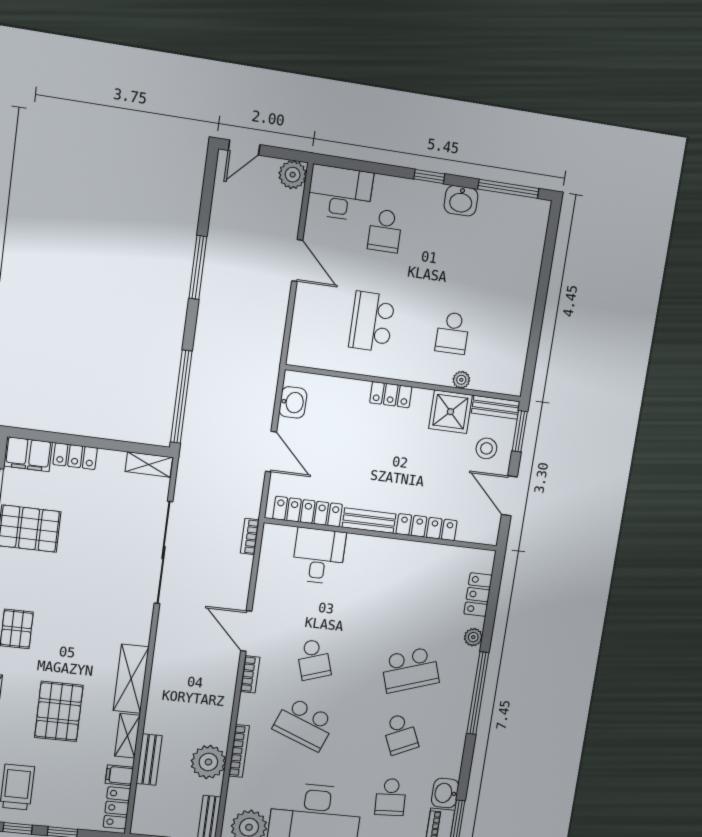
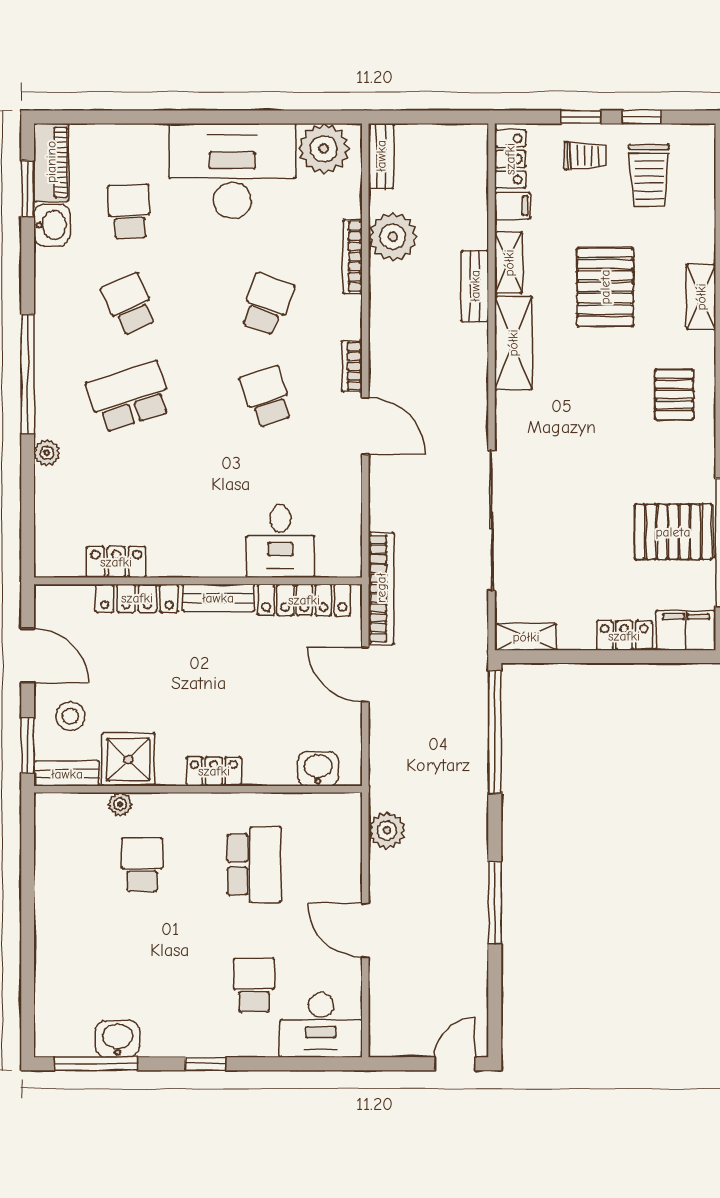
plant: (293, 175) -> (387, 830), moved
washbasin: (461, 201) -> (118, 1039), moved
washbasin: (293, 402) -> (318, 769), moved, turned 90
bookcase: (250, 536) -> (381, 588), width x2.31, depth x1.31
locker: (478, 595) -> (116, 562), moved, turned -90
school desk: (304, 724) -> (267, 304), width x0.54
bench: (149, 760) -> (475, 286), moved
trolley: (62, 805) -> (585, 156), added

